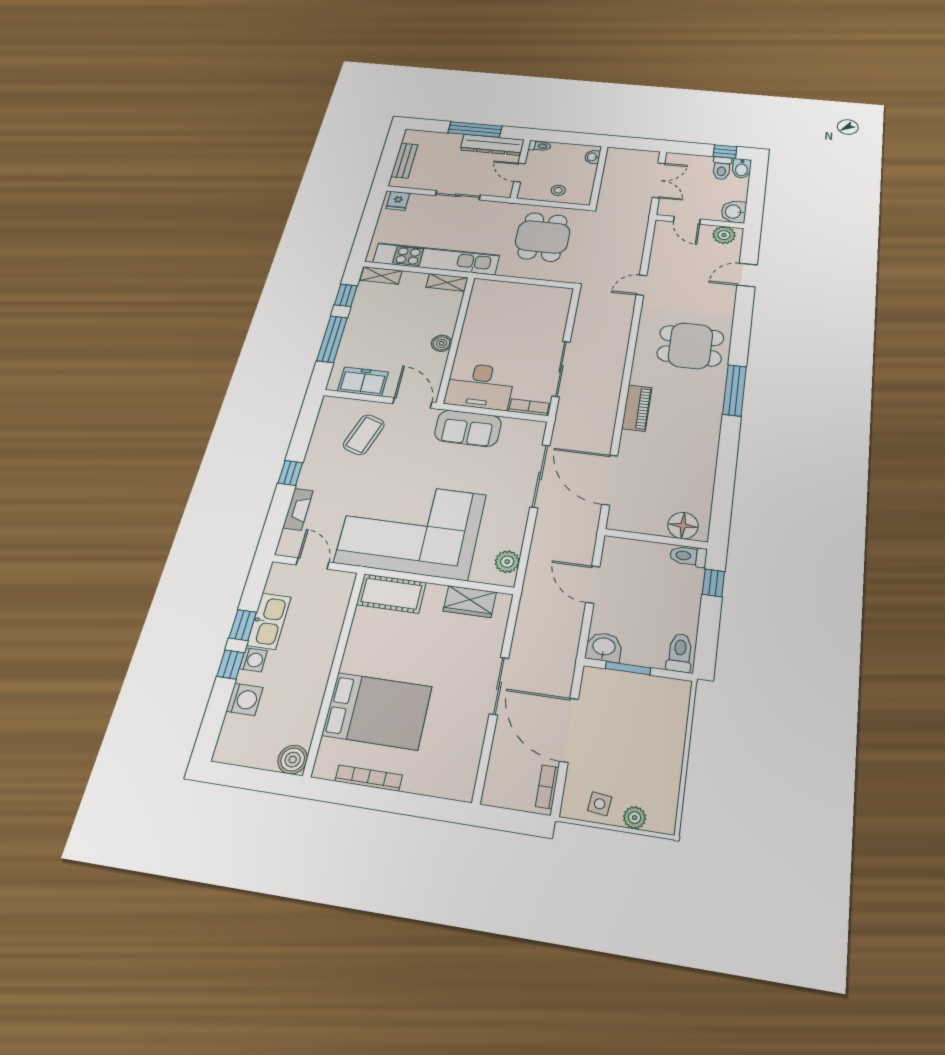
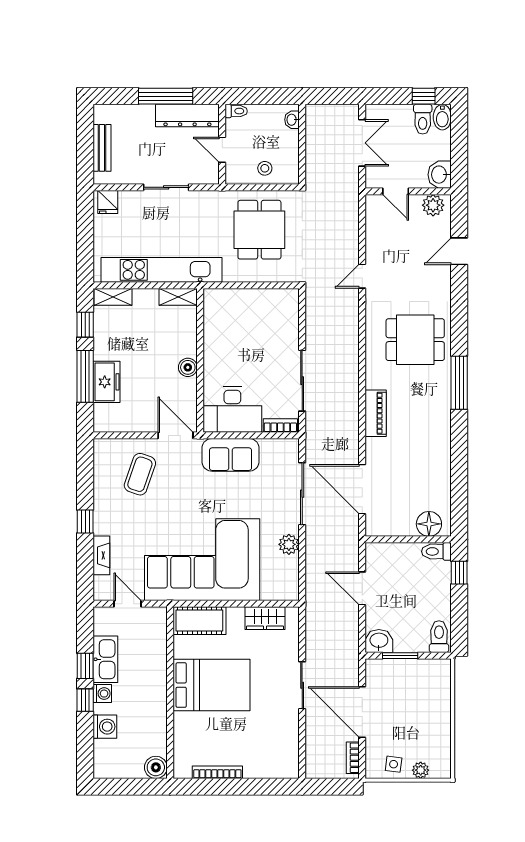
freezer: (363, 382) -> (106, 382), moved, turned 90
plant: (507, 562) -> (289, 544), moved
bed: (377, 711) -> (211, 685), moved

